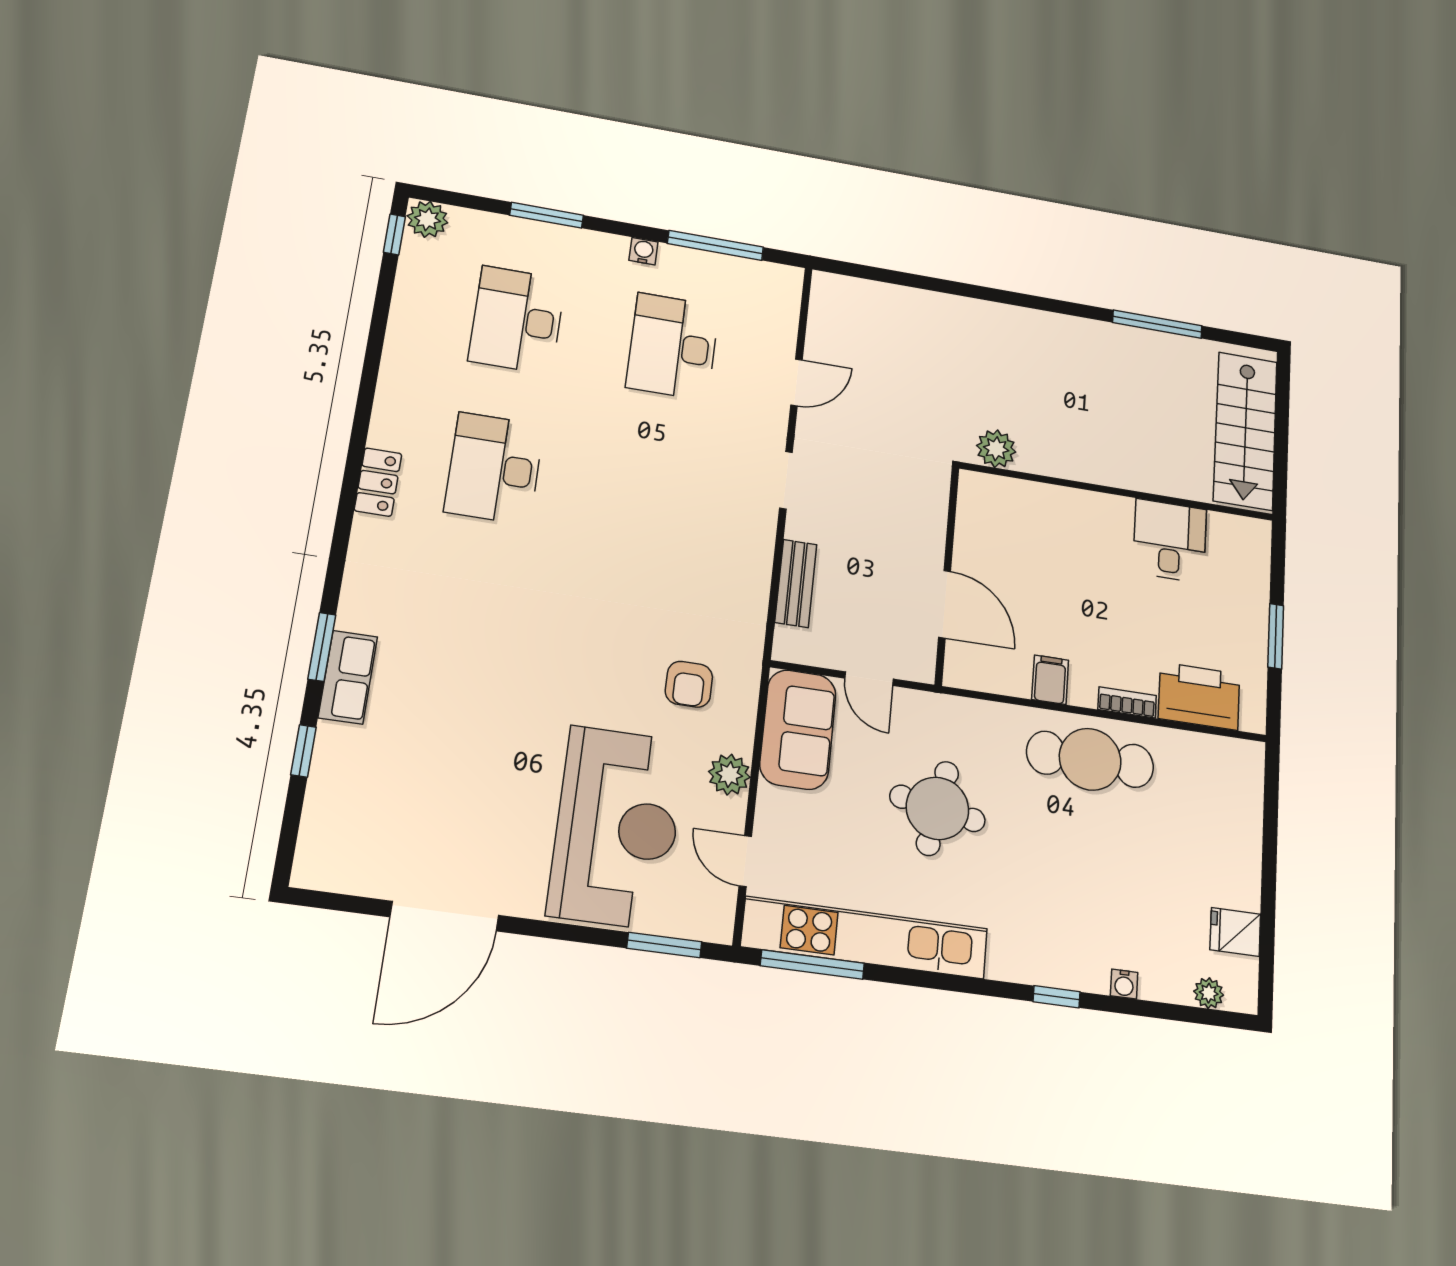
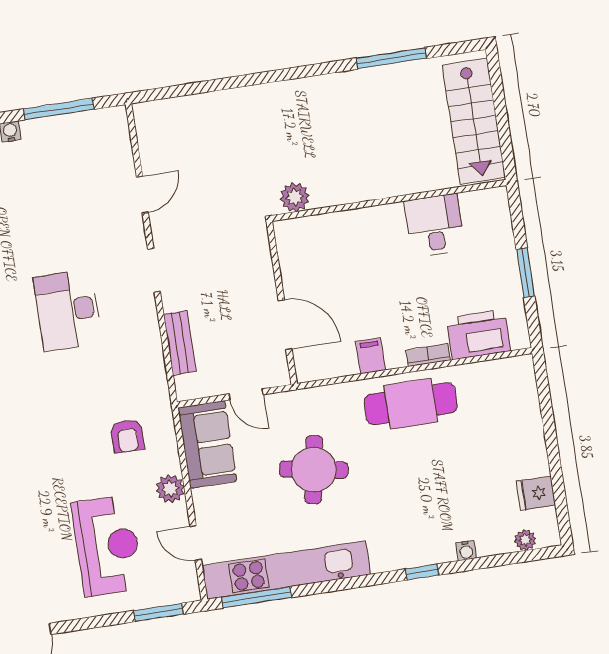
desk: (673, 347) -> (68, 310), moved
reception desk: (617, 827) -> (107, 546), width x0.74, depth x0.77

